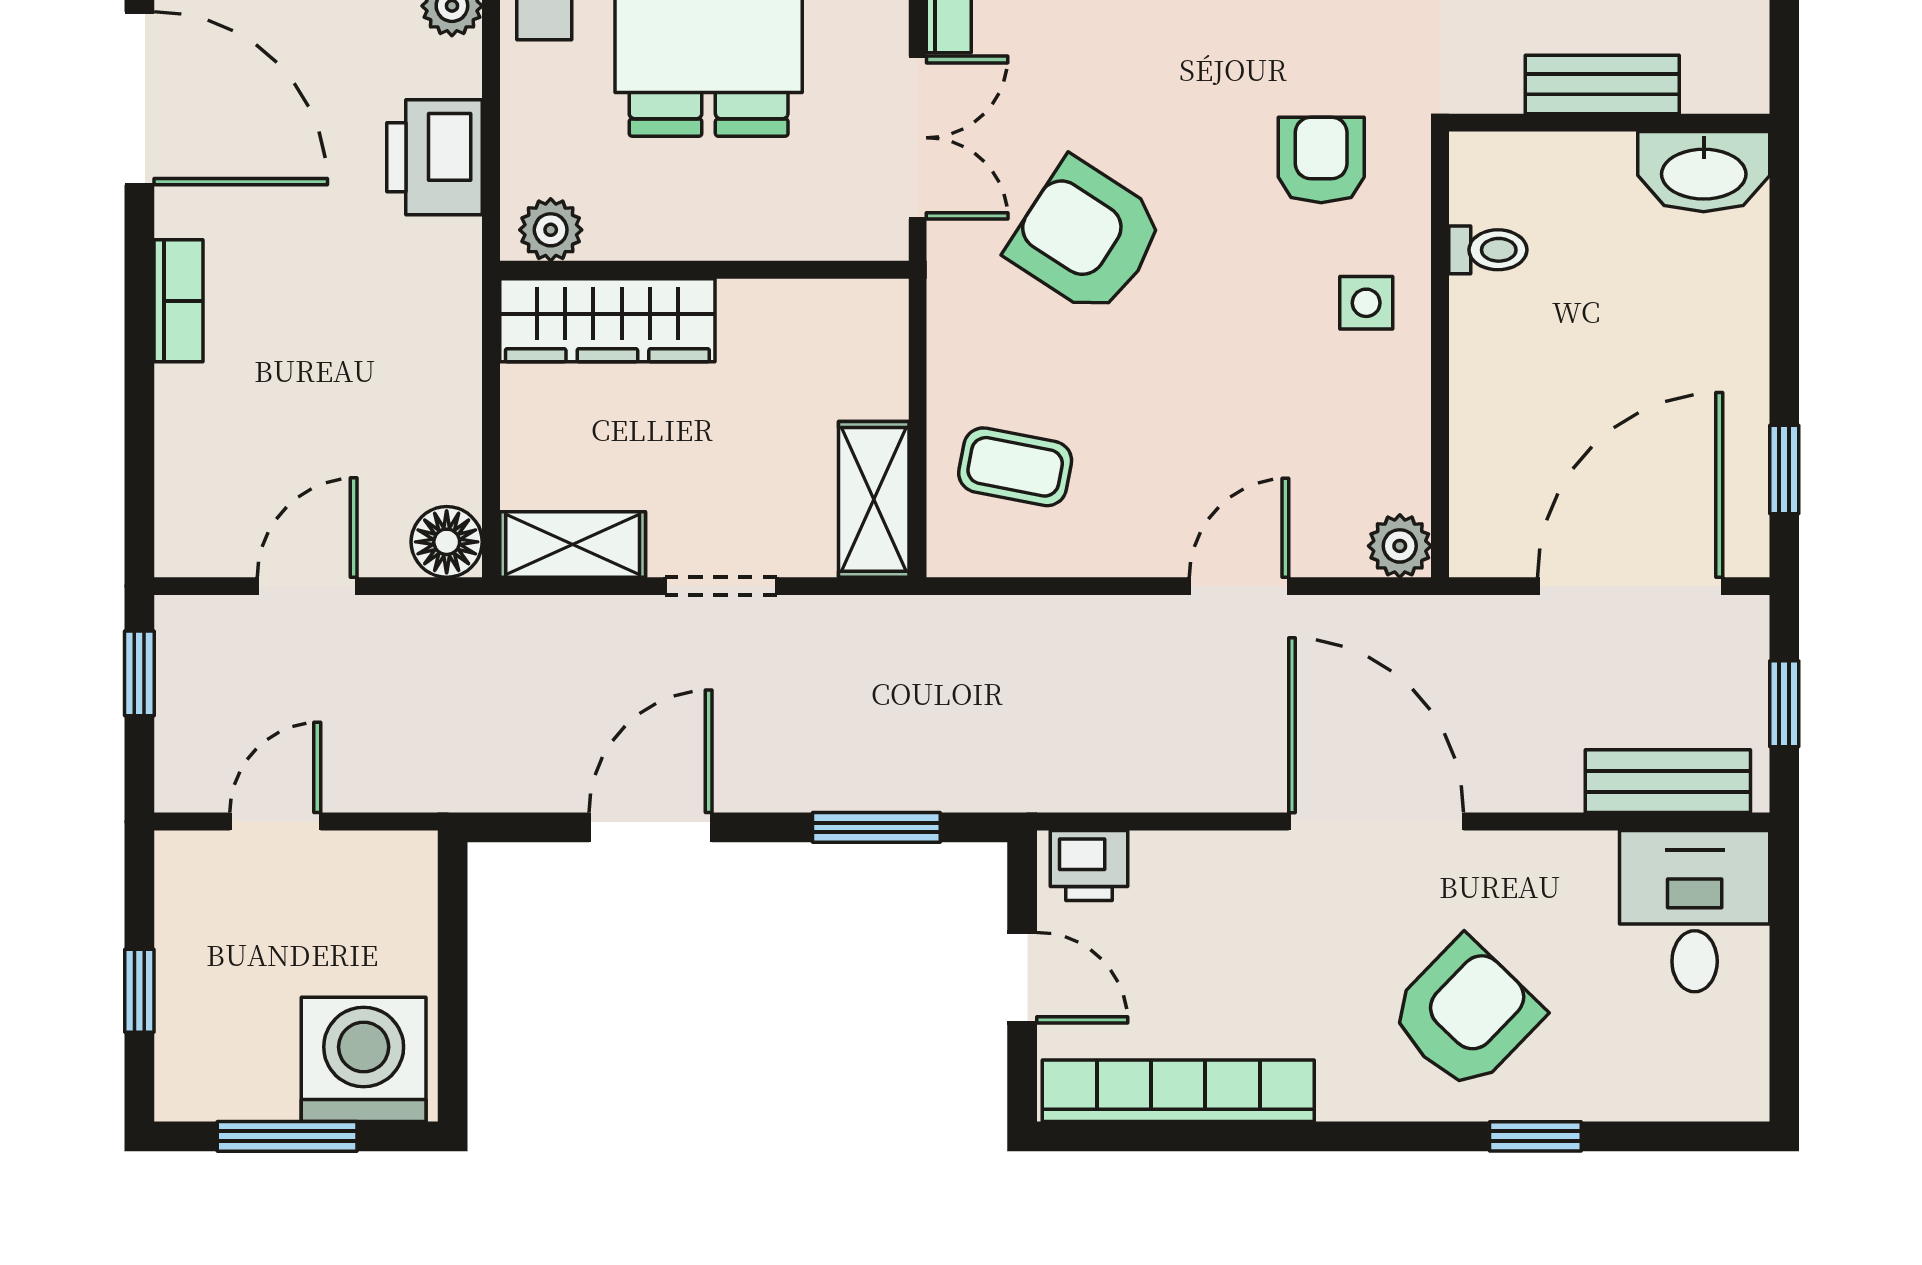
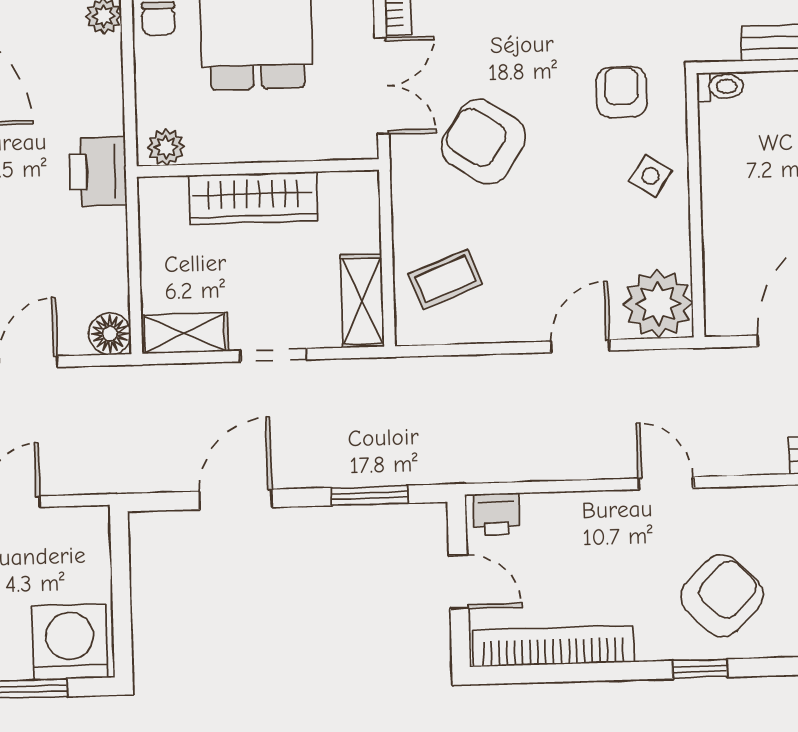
printer: (434, 157) -> (98, 171), moved
toilet: (1488, 250) -> (720, 86), moved
side table: (1366, 303) -> (651, 176), turned 33
wardrobe: (607, 320) -> (253, 198), moved
coffee table: (1015, 467) -> (445, 279), turned -32
plant: (1400, 546) -> (658, 304), width x1.88, depth x1.88
door: (1376, 822) -> (666, 483), width x0.53
window: (1535, 1136) -> (700, 669), moved

